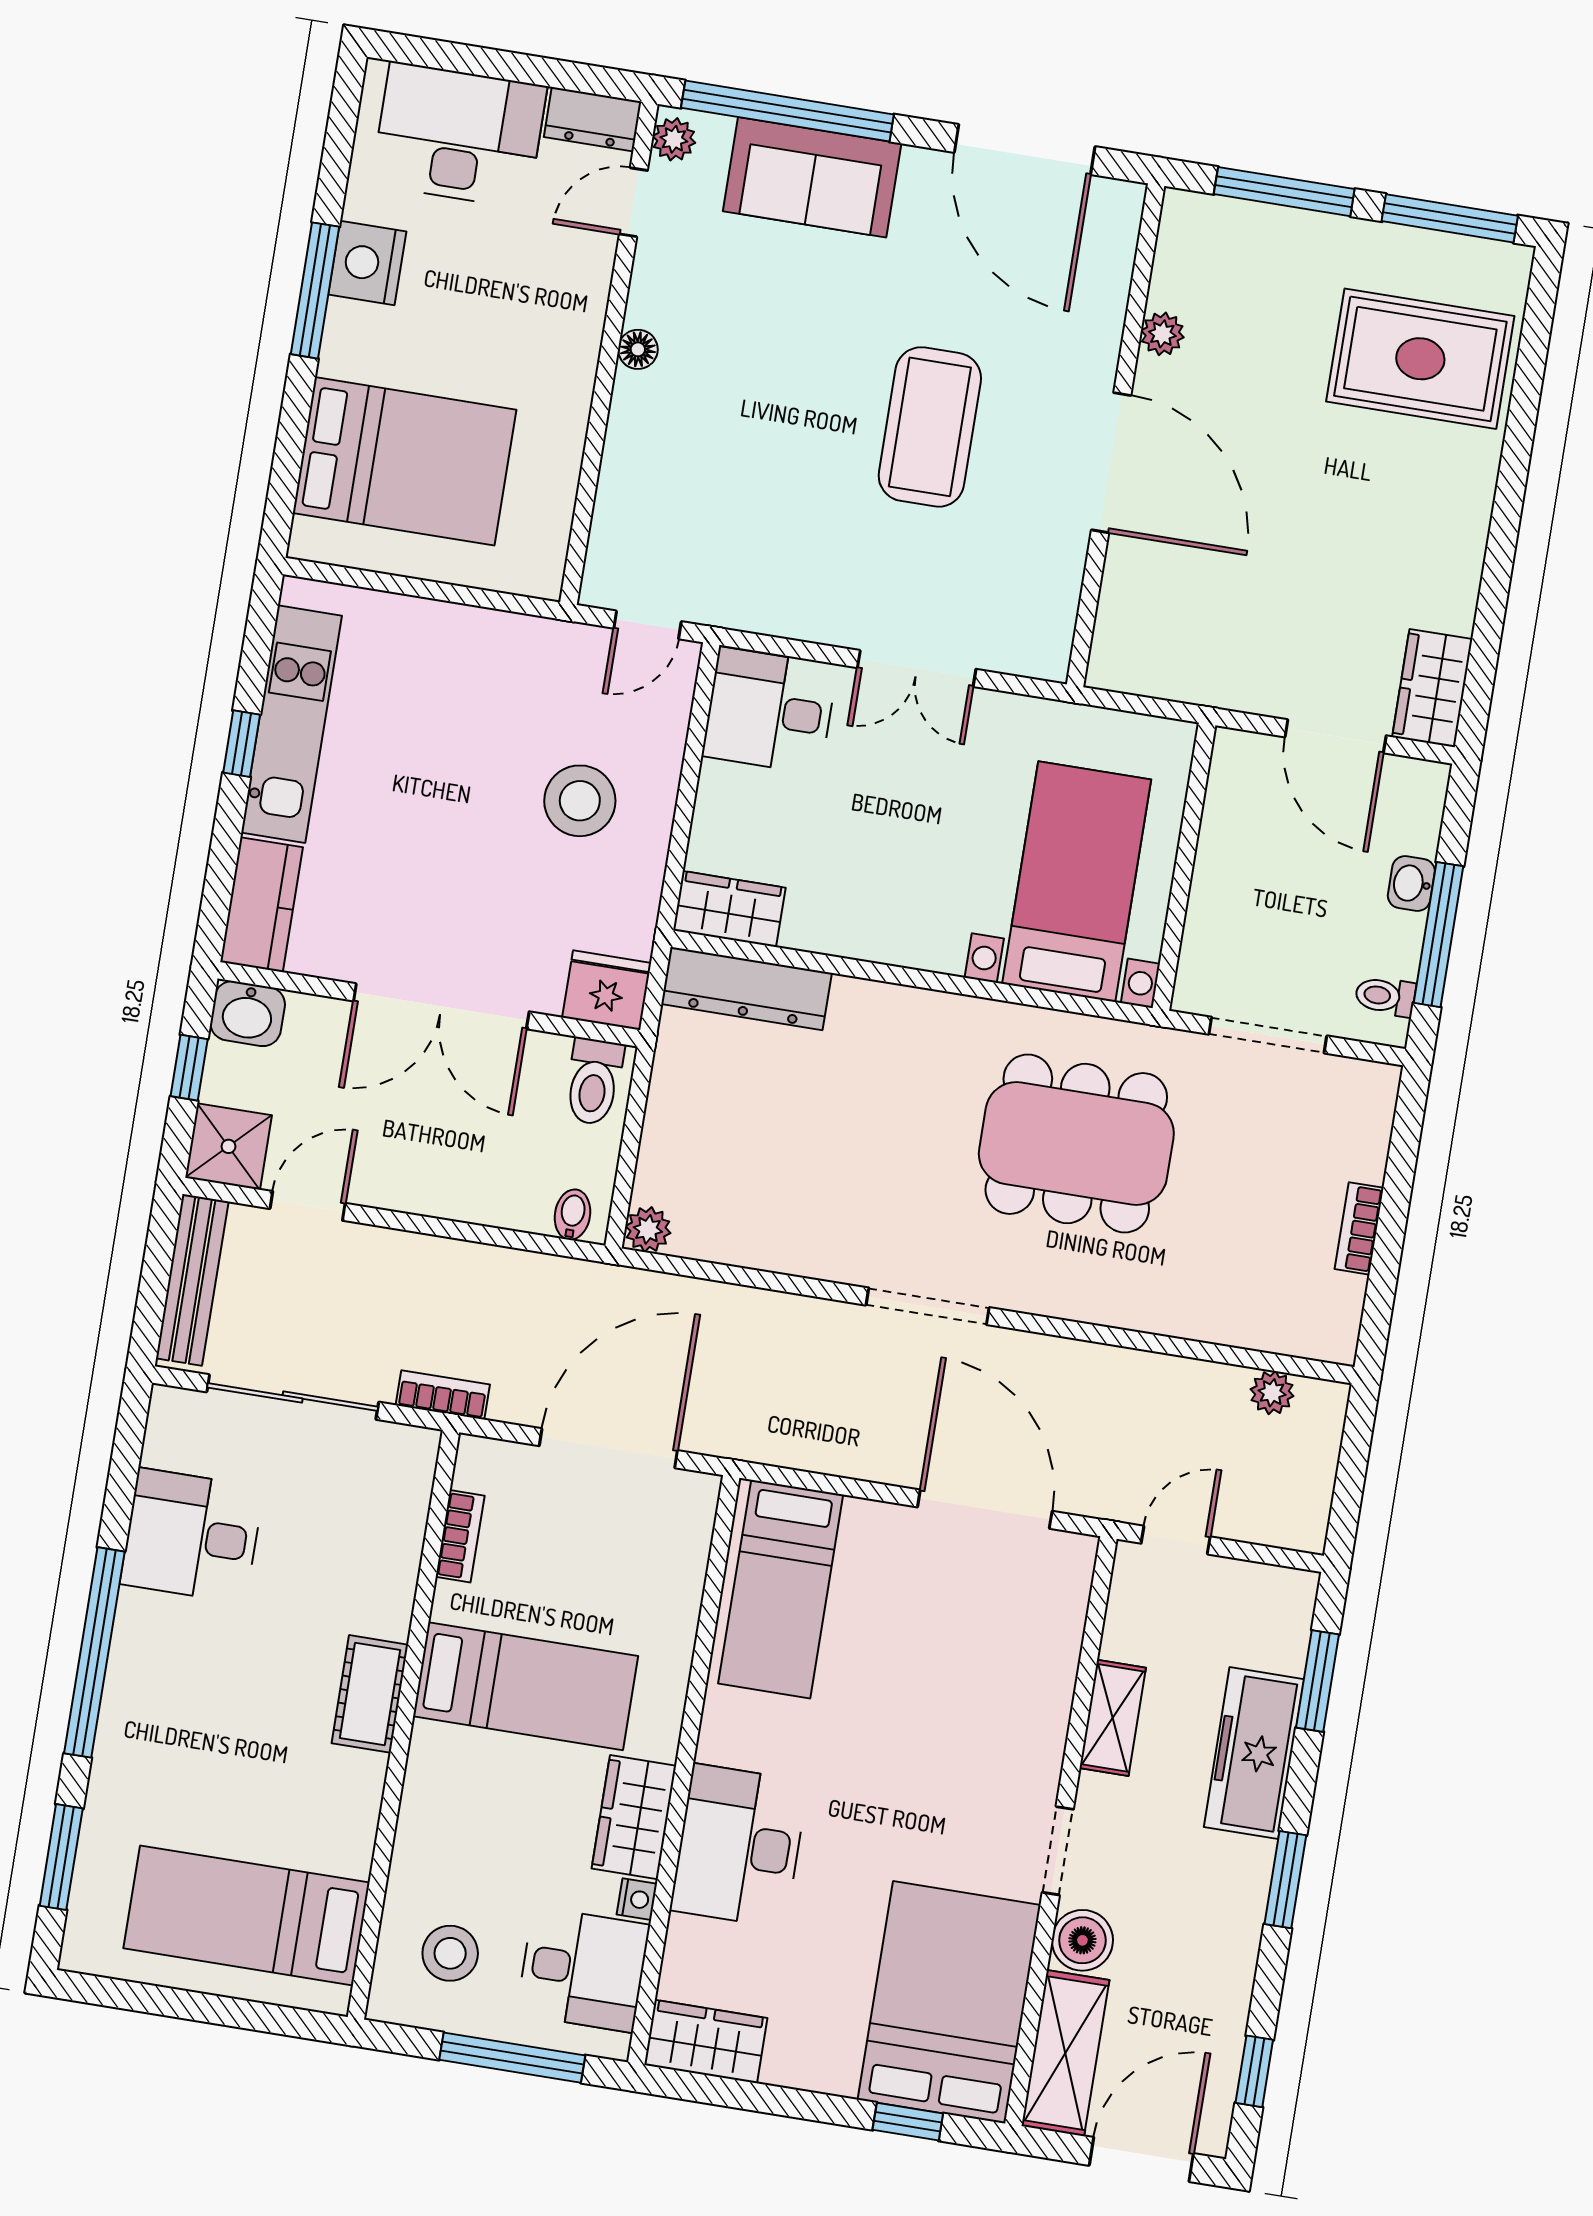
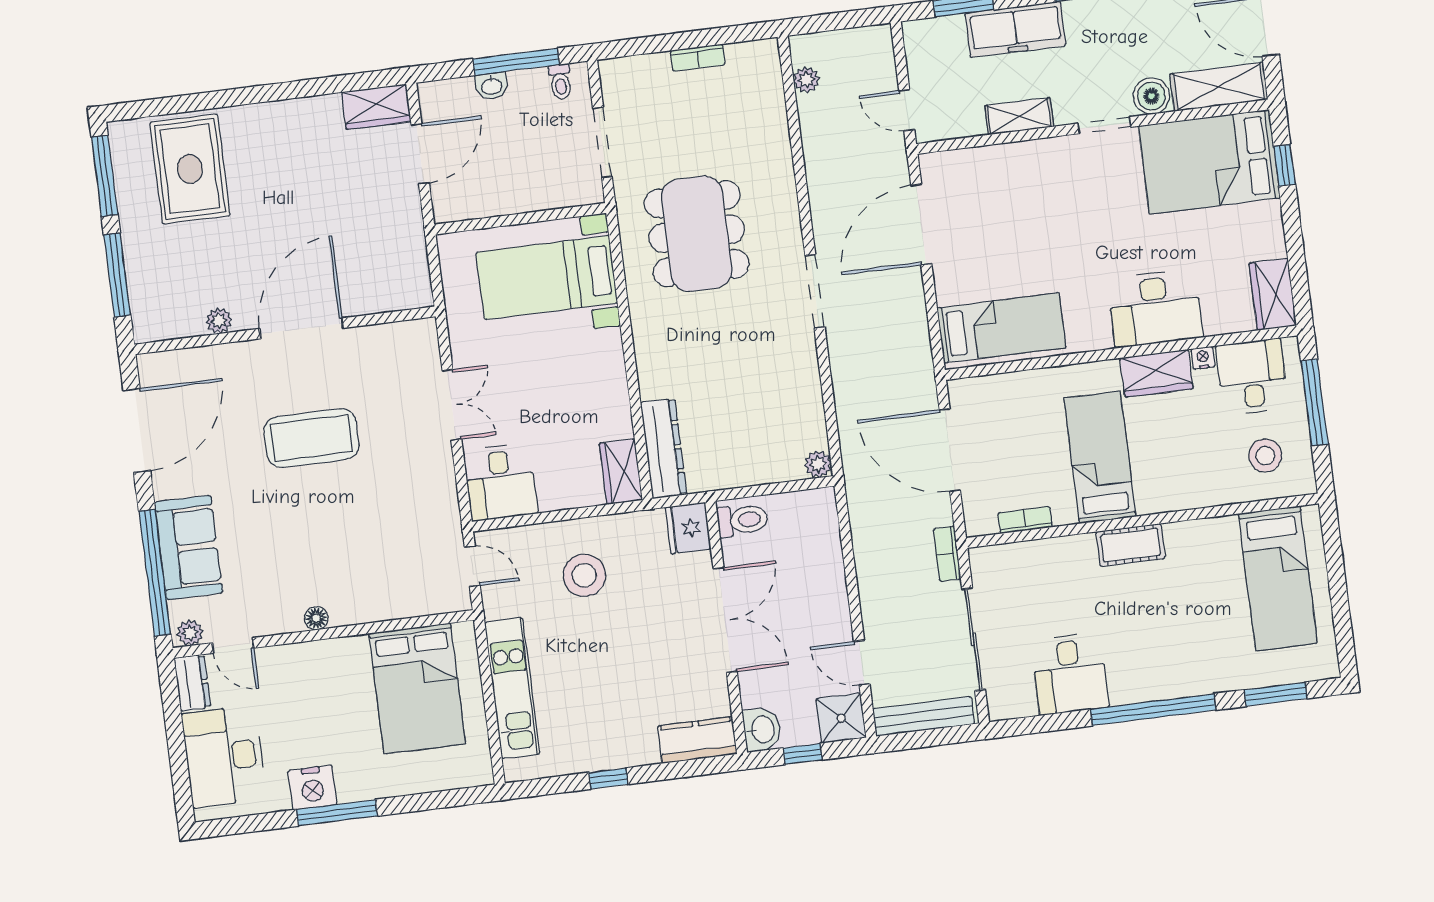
bed: (405, 461) -> (417, 688), moved, turned 180
kitchen unit: (291, 724) -> (512, 688), moved, turned 90
bidet: (572, 1215) -> (822, 510), removed

